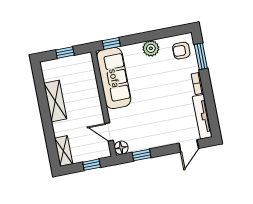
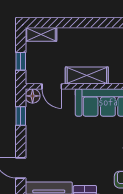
shelving: (55, 101) -> (87, 76), moved
door: (109, 132) -> (52, 86), swing flipped

